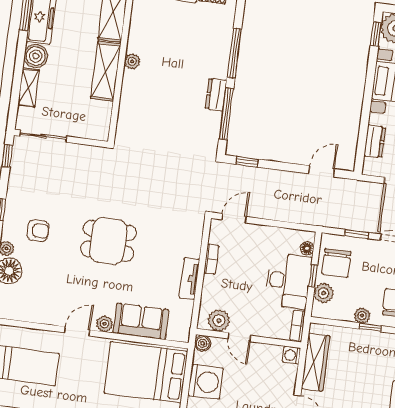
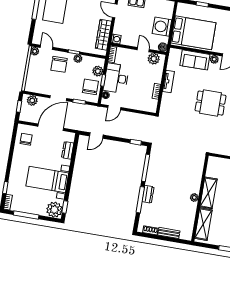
dresser: (216, 95) -> (148, 194), moved
door: (234, 218) -> (114, 108), moved

